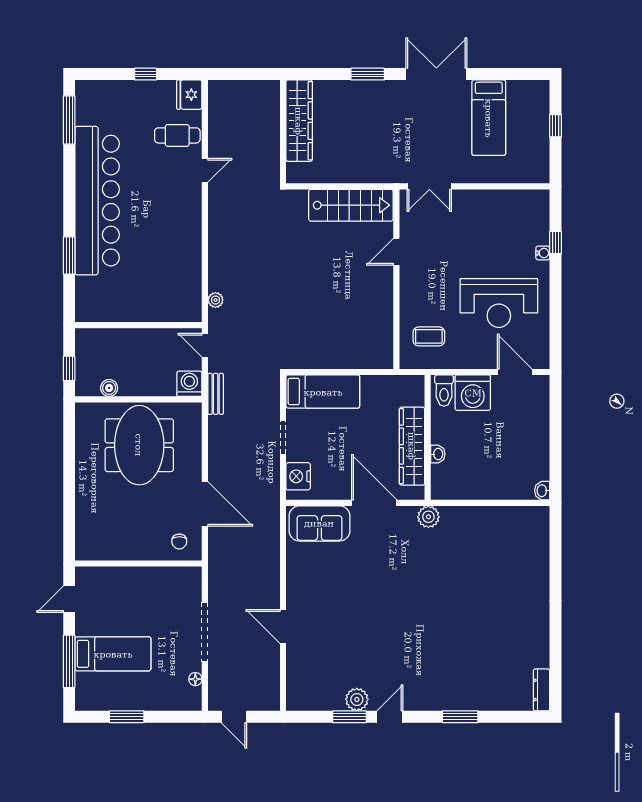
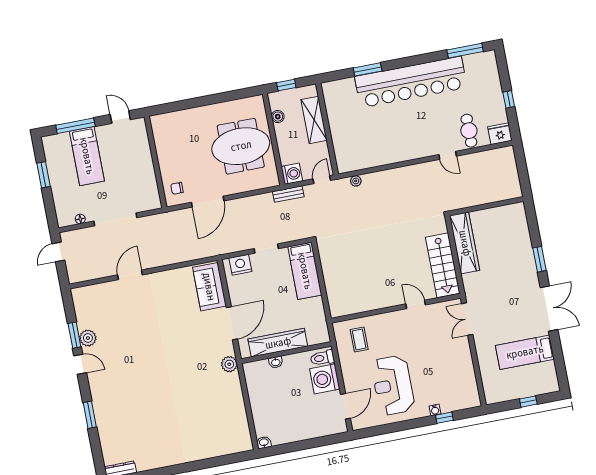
wardrobe: (299, 121) -> (465, 243), moved, turned -90
shelving: (123, 340) -> (314, 120), added

